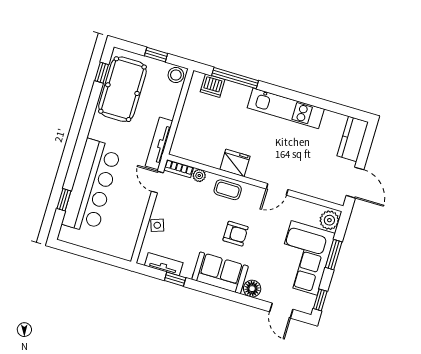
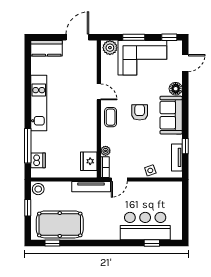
fridge: (235, 163) -> (89, 161), moved
bar counter: (92, 186) -> (145, 226), width x0.73
coffee table: (228, 190) -> (111, 117), moved

